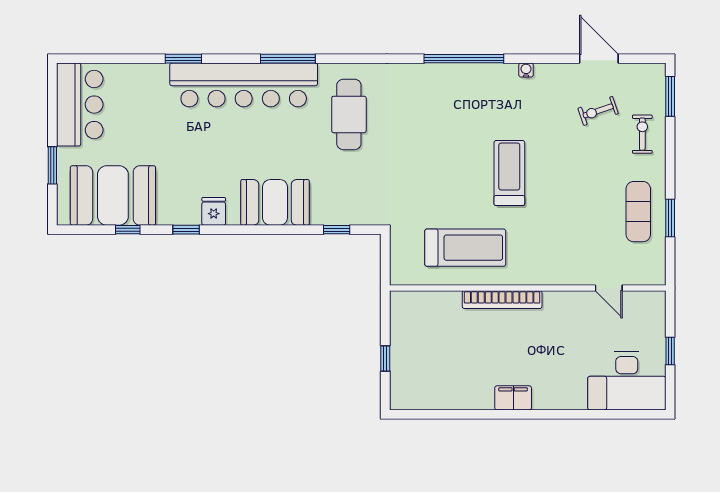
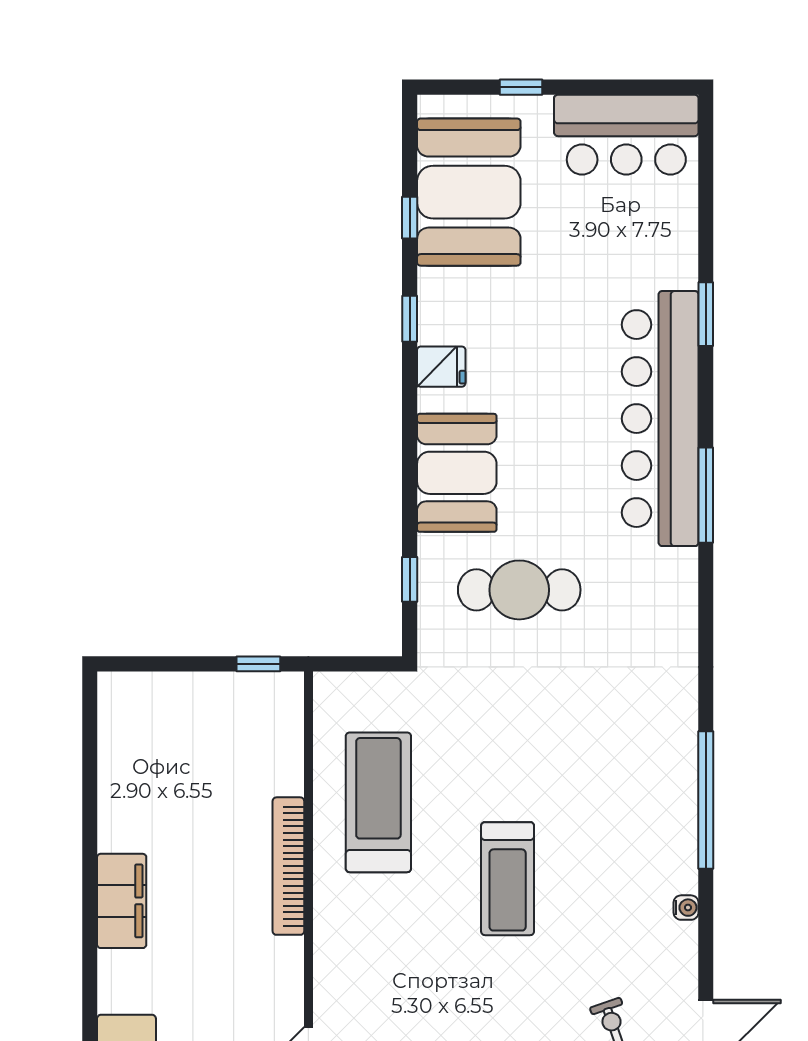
cafe table: (349, 114) -> (519, 590), moved
window: (52, 165) -> (521, 87), width x0.67
treadmill: (509, 173) -> (508, 879), turned 90
treadmill: (465, 248) -> (378, 802), turned 180
window: (385, 358) -> (258, 664), moved
filing cabinet: (513, 398) -> (122, 901), width x1.50, depth x1.17

